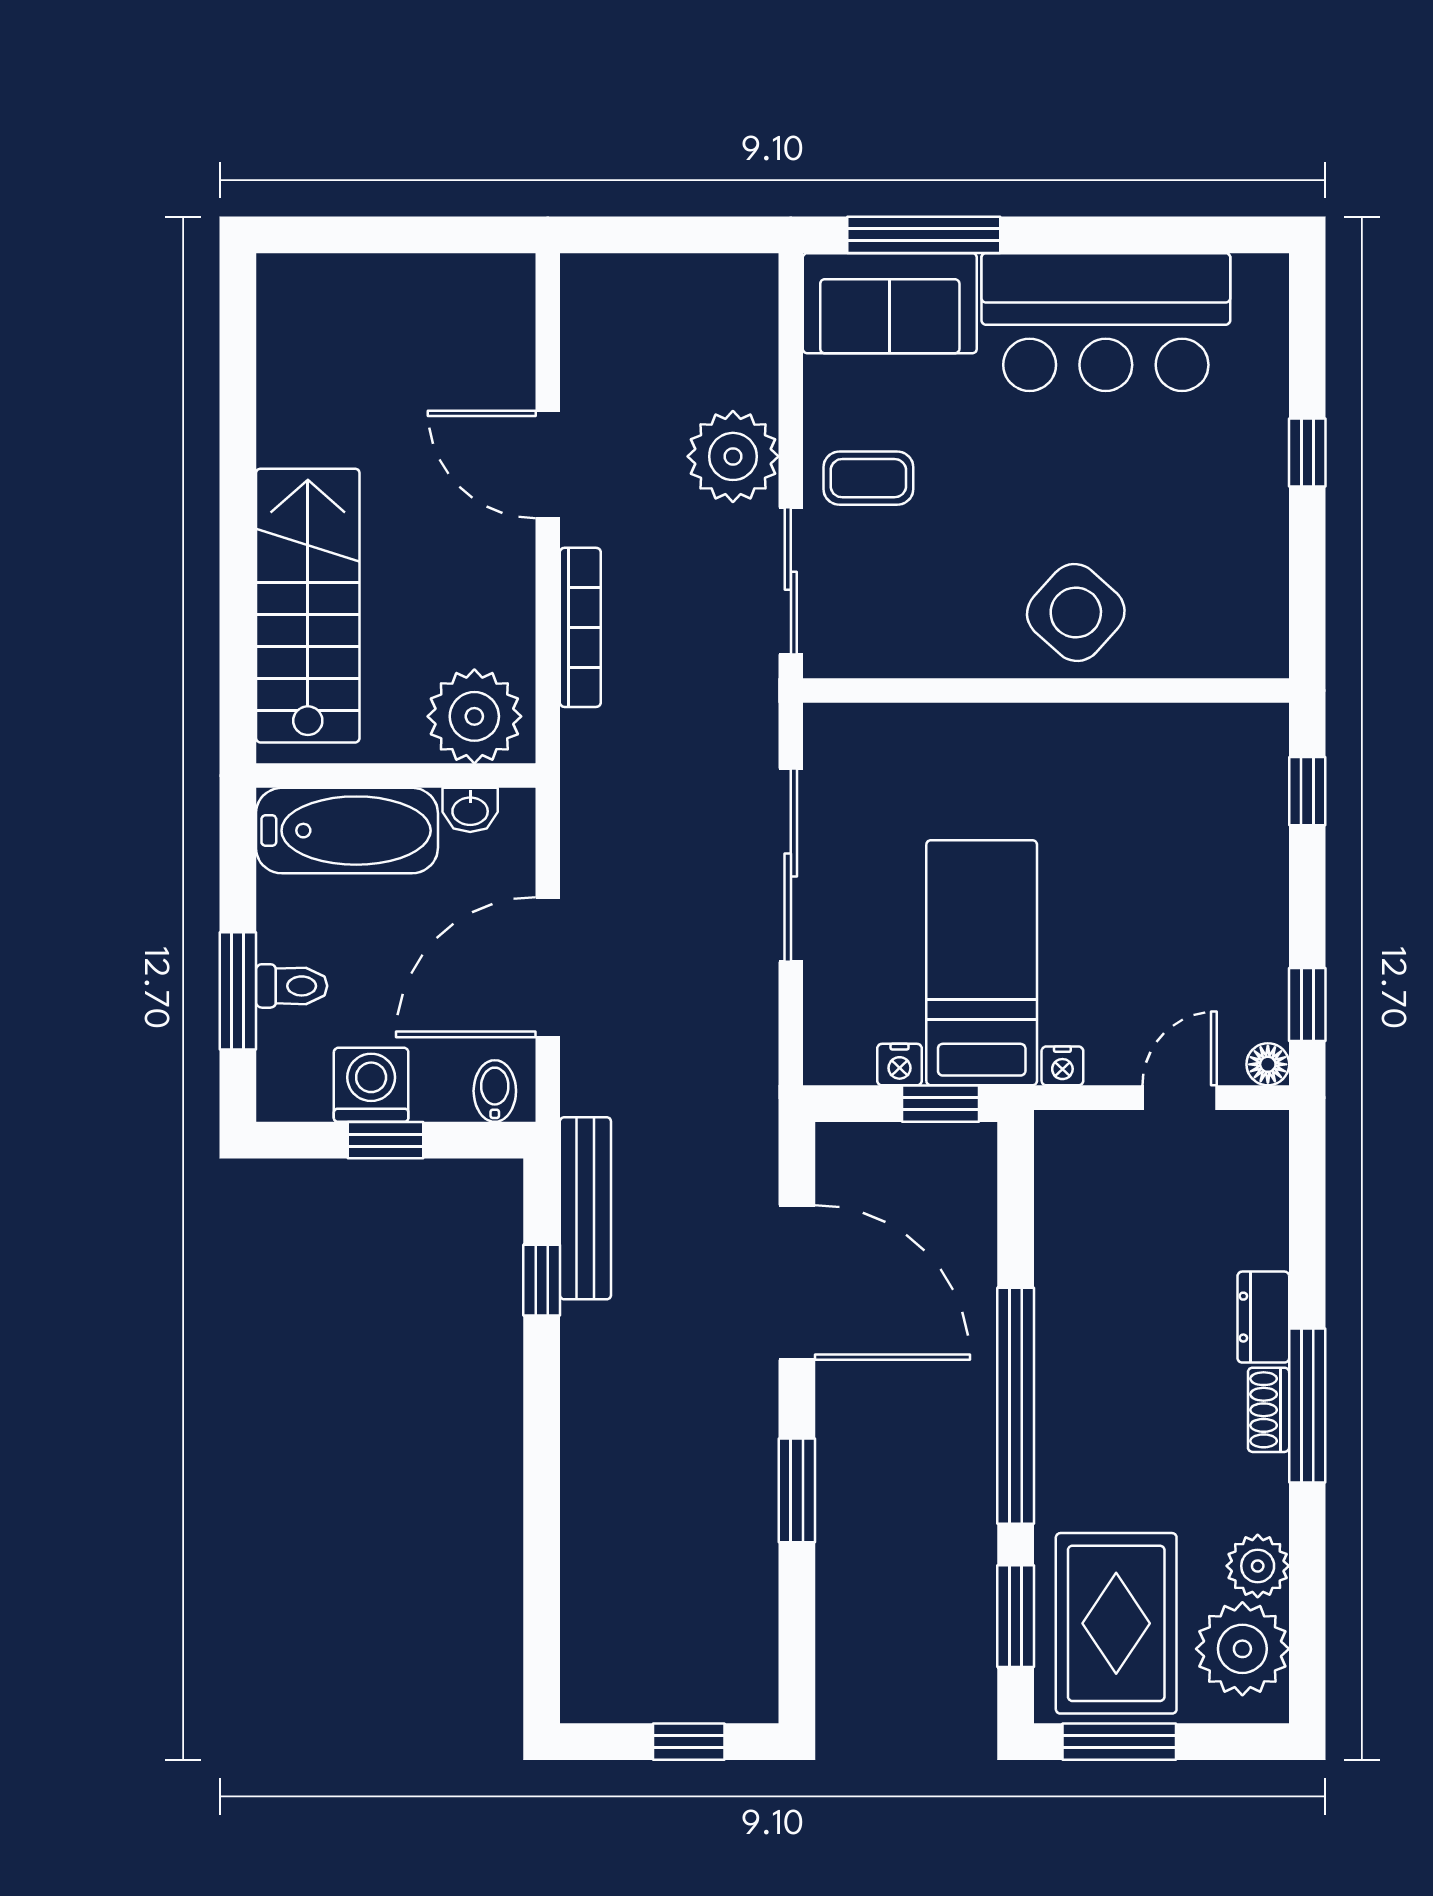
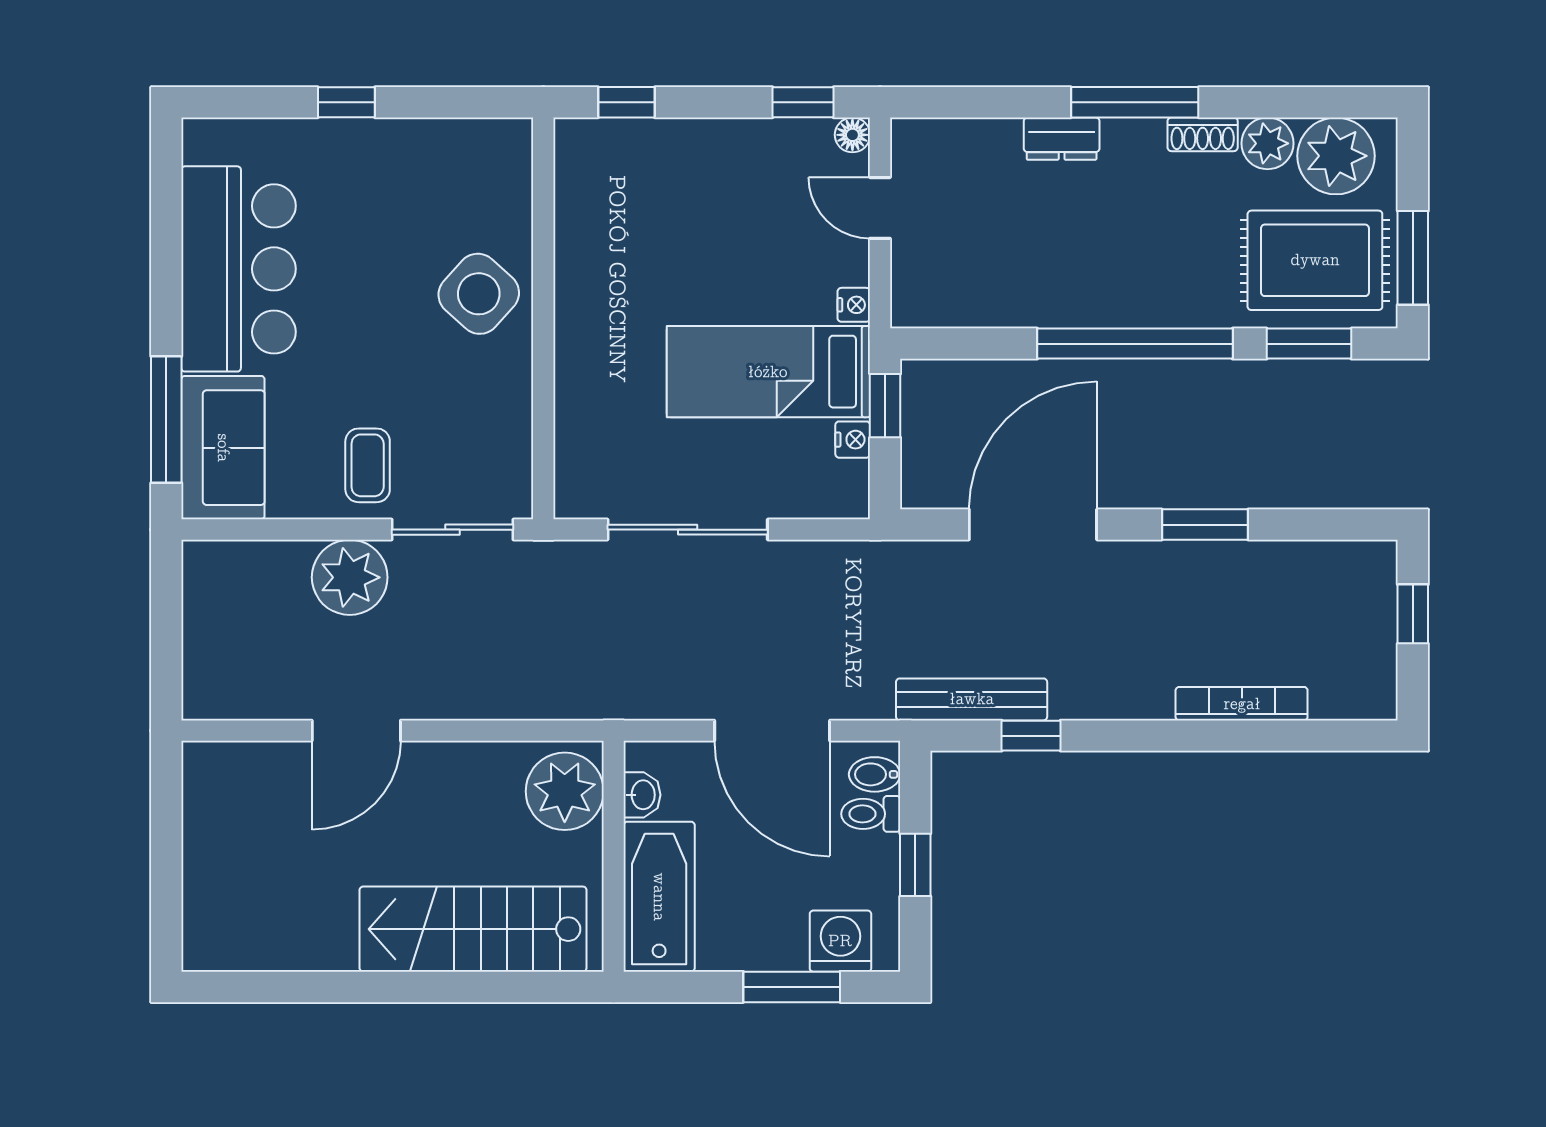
bookcase: (580, 627) -> (1242, 704), moved
toilet: (292, 986) -> (871, 814), moved, turned -90
washing machine: (371, 1085) -> (840, 941), moved, turned 90
shoe rack: (1269, 1410) -> (1203, 134), moved

